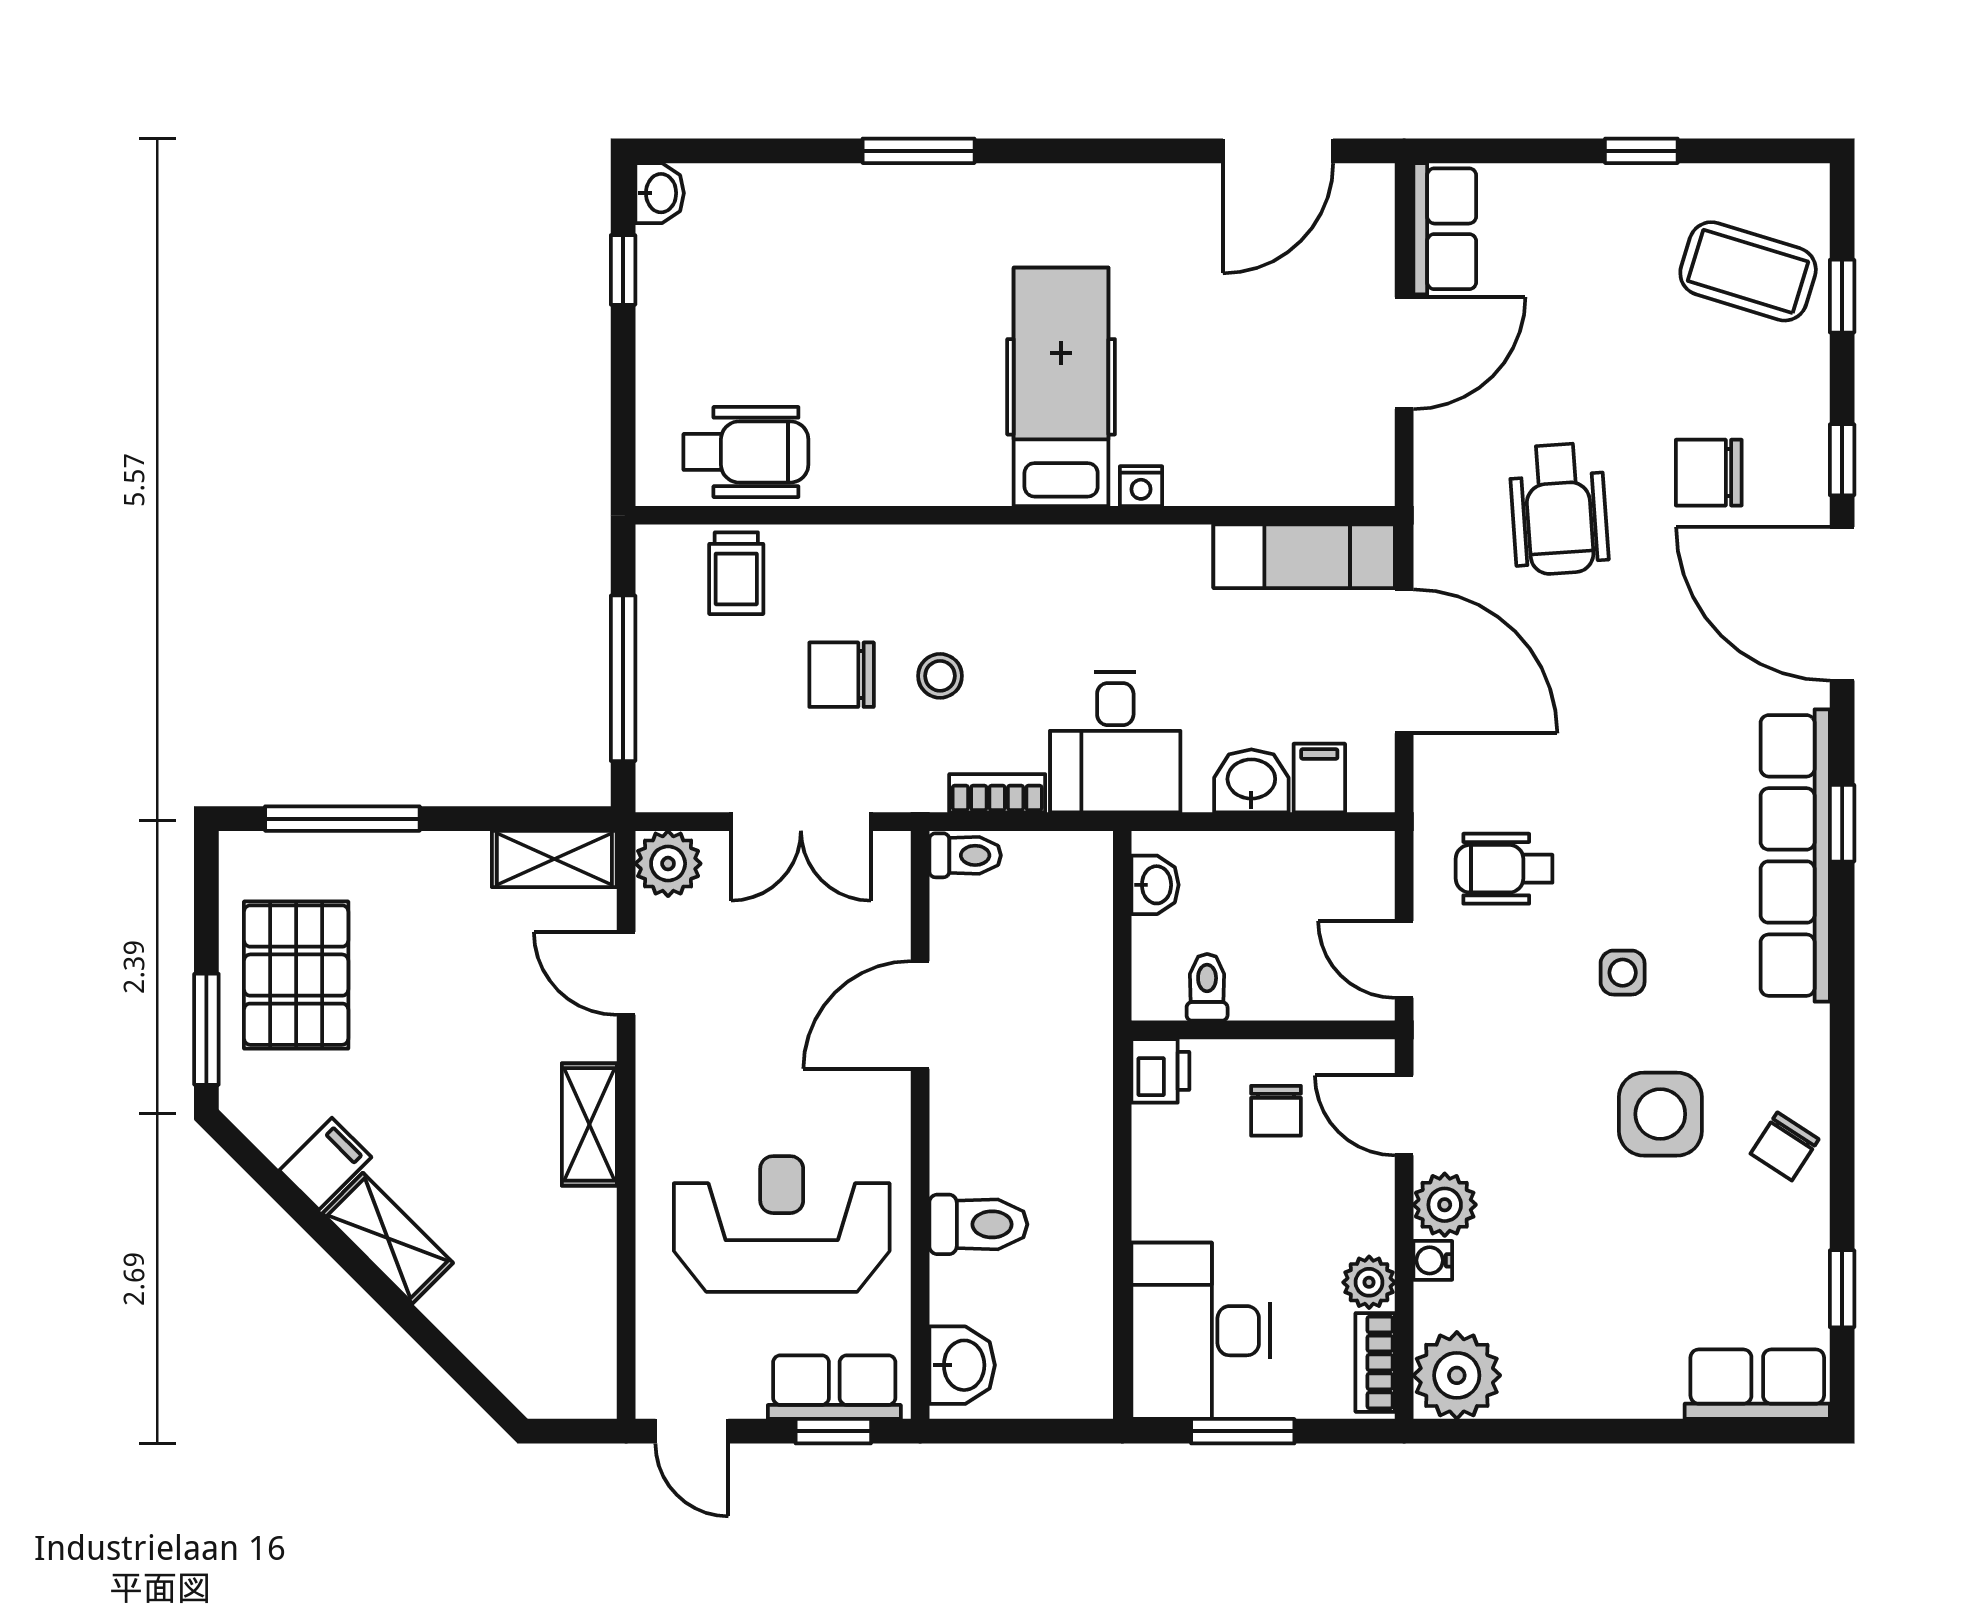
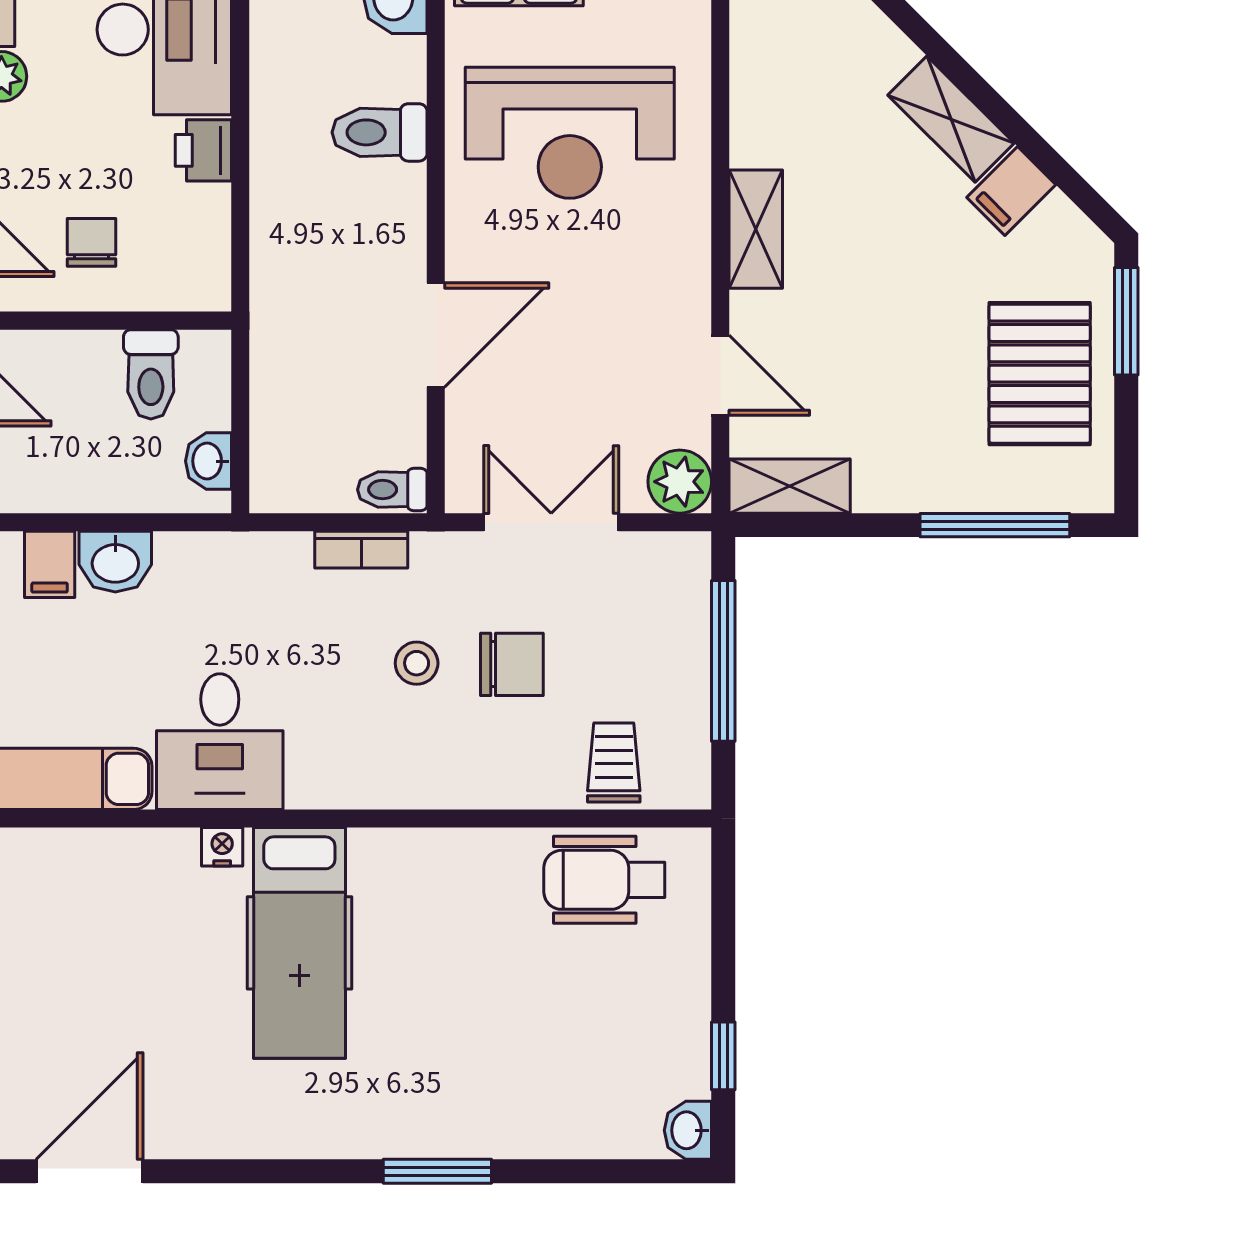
desk: (1115, 742) -> (220, 742), moved, turned 180
toilet: (1207, 987) -> (151, 374), width x1.37, depth x1.39
printer: (1160, 1071) -> (203, 150), moved

